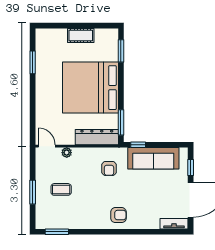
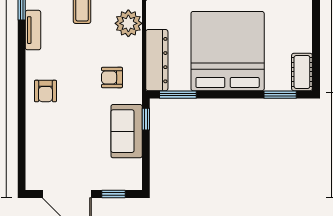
cot: (81, 35) -> (302, 72), moved
plant: (67, 153) -> (128, 23), width x1.88, depth x1.88
sofa: (153, 158) -> (127, 131), width x0.73
tv unit: (174, 224) -> (33, 30), moved

